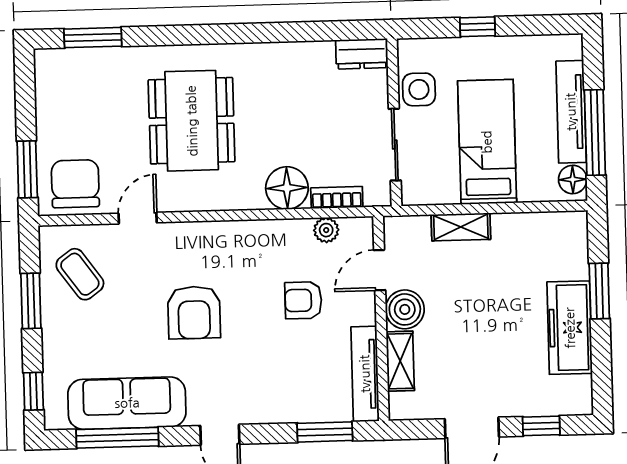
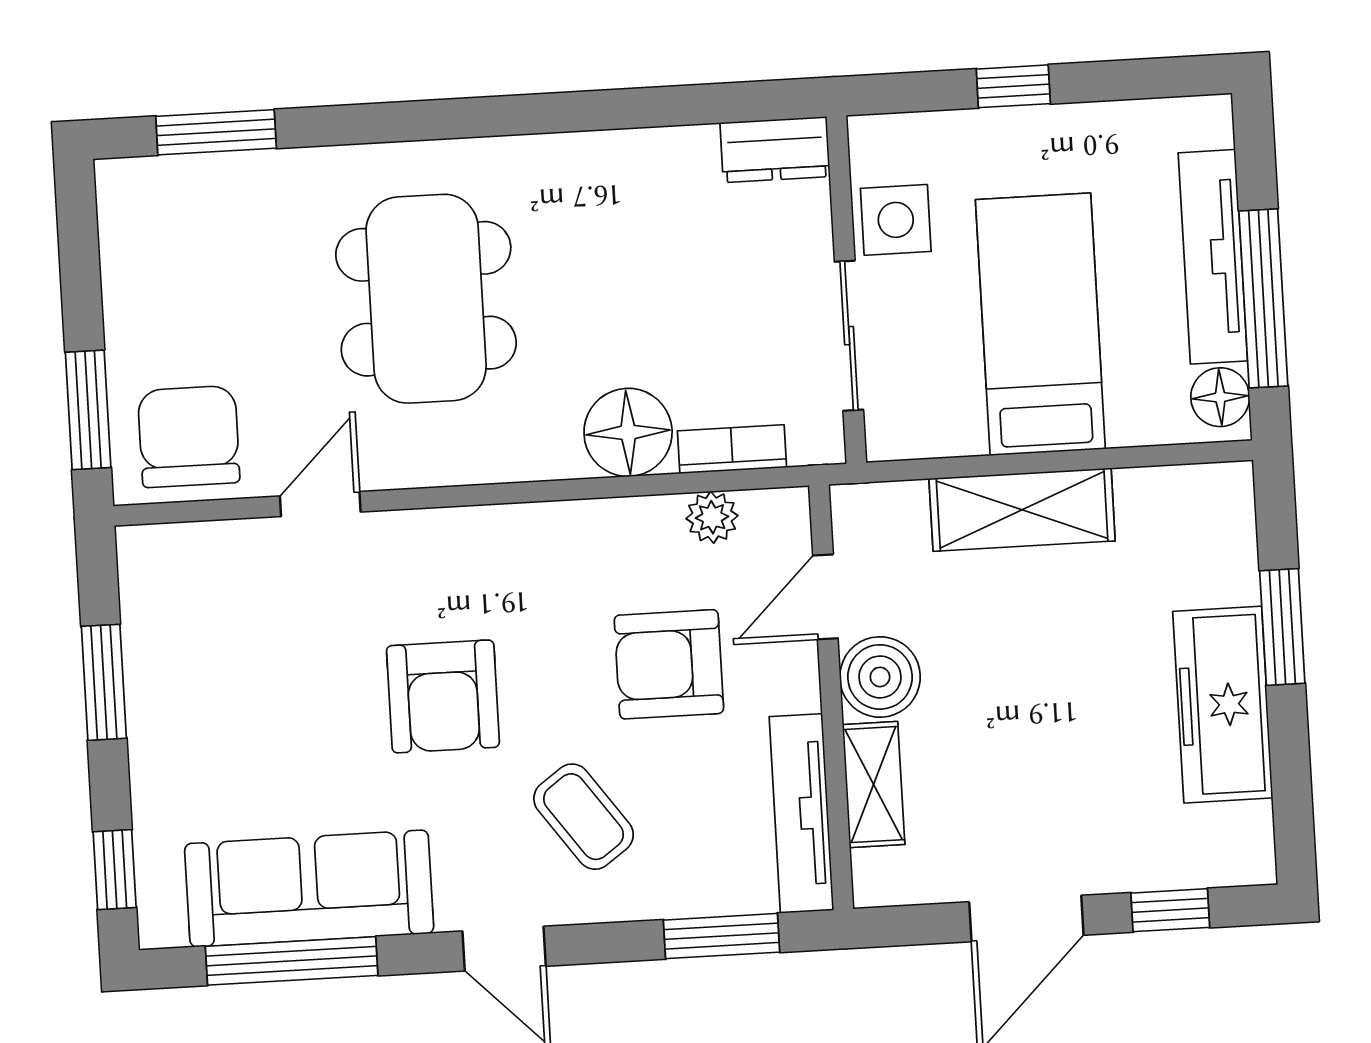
shelving: (461, 227) -> (1022, 510), width x1.50, depth x1.33
coffee table: (80, 274) -> (584, 817), moved
armchair: (303, 300) -> (669, 664), width x1.38, depth x1.38

